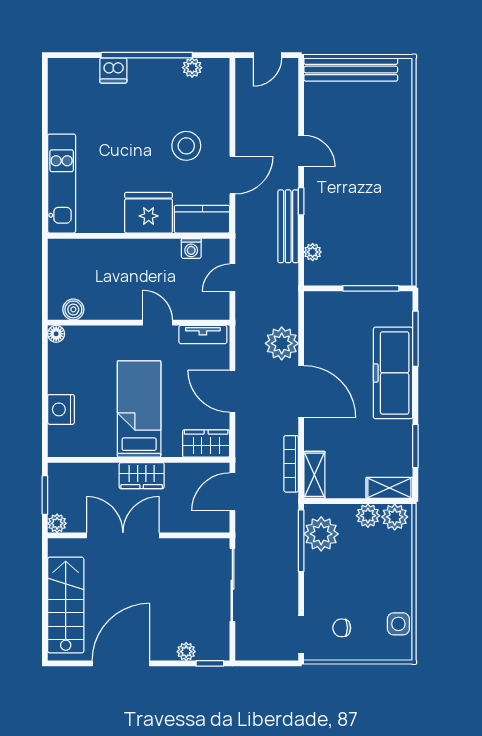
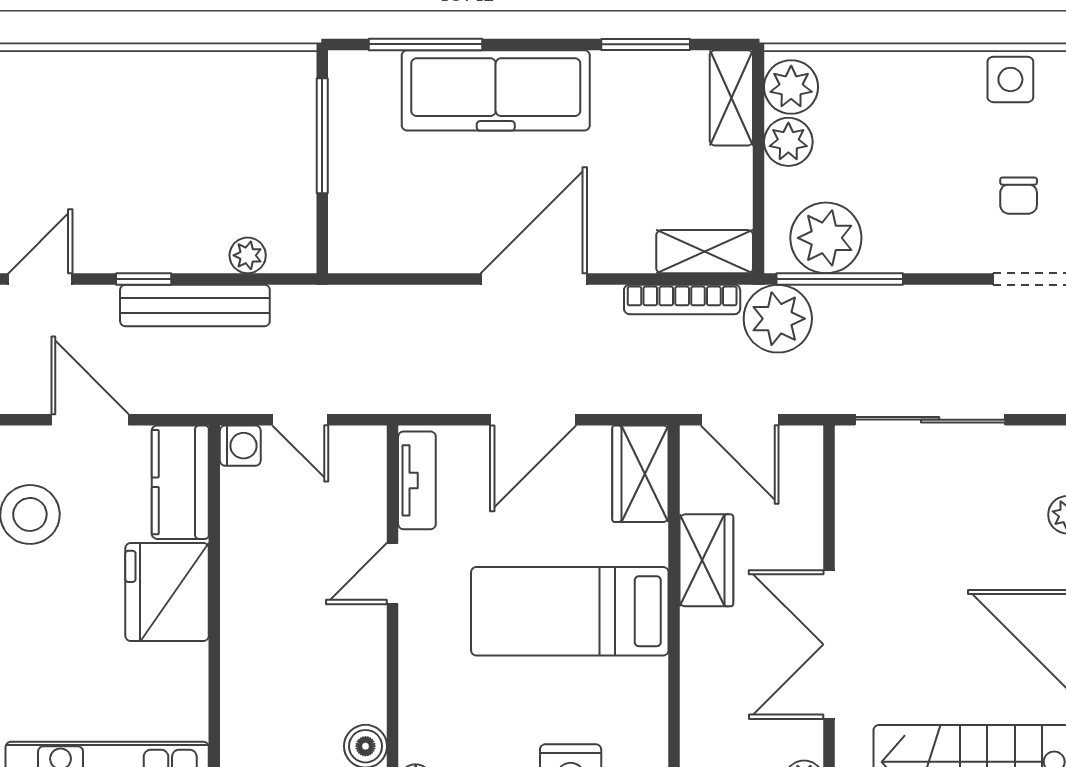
washing machine: (191, 248) -> (240, 446), moved
plant: (282, 343) -> (778, 319), moved
wardrobe: (142, 476) -> (706, 560), moved

